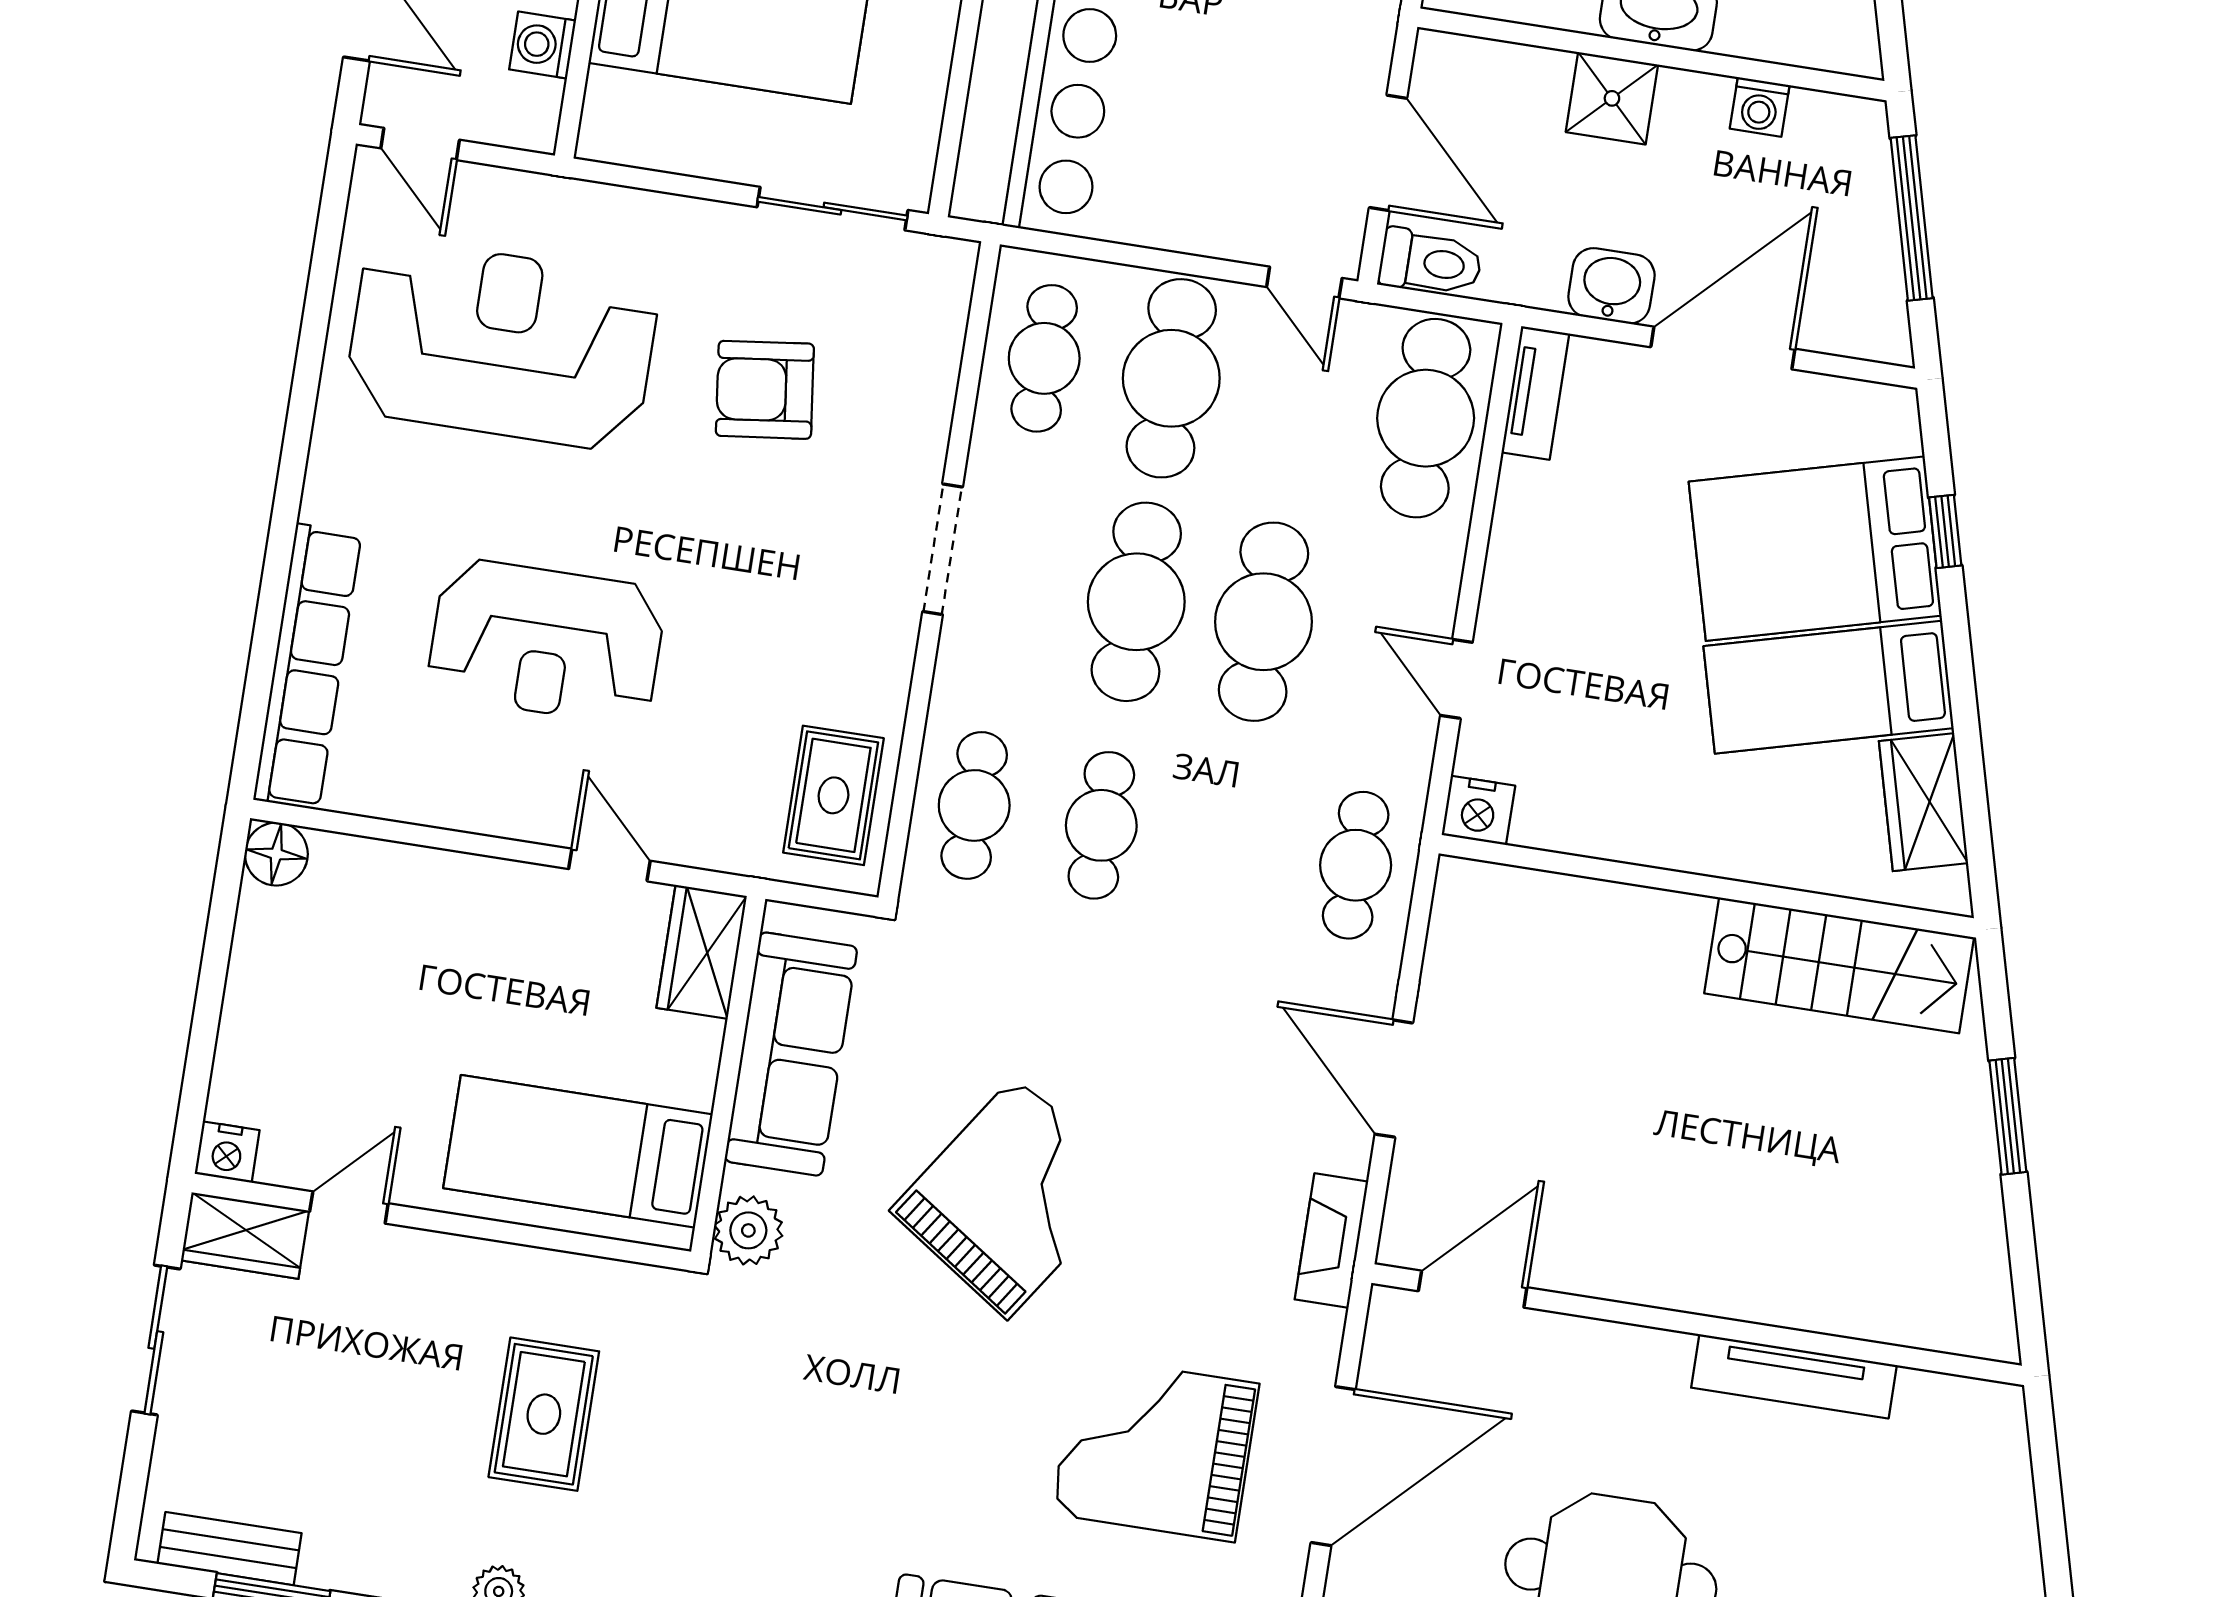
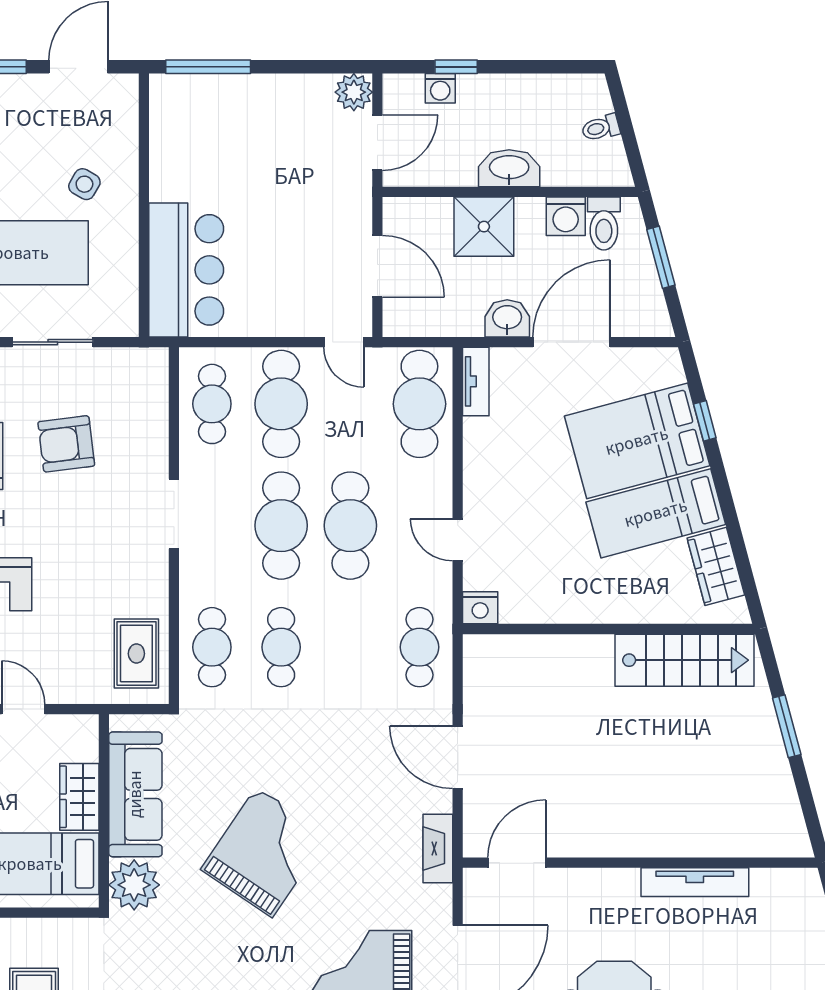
shower: (1612, 98) -> (484, 227), width x1.36, depth x1.36
washing machine: (1760, 107) -> (566, 216), width x1.38, depth x1.38
sliding door: (832, 209) -> (53, 342), moved
window: (1912, 218) -> (661, 257), width x0.69
toilet: (1430, 262) -> (604, 223), moved, turned 90
wardrobe: (702, 952) -> (79, 797), moved
plant: (748, 1230) -> (134, 885), width x1.36, depth x1.36

